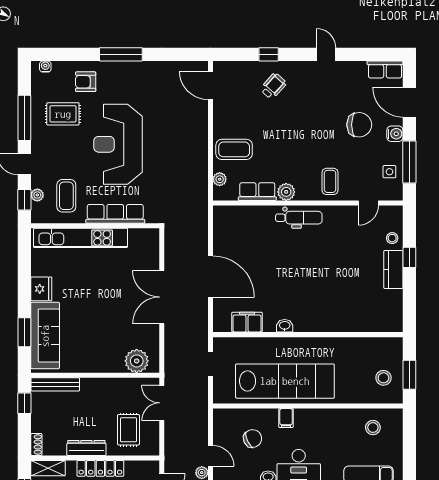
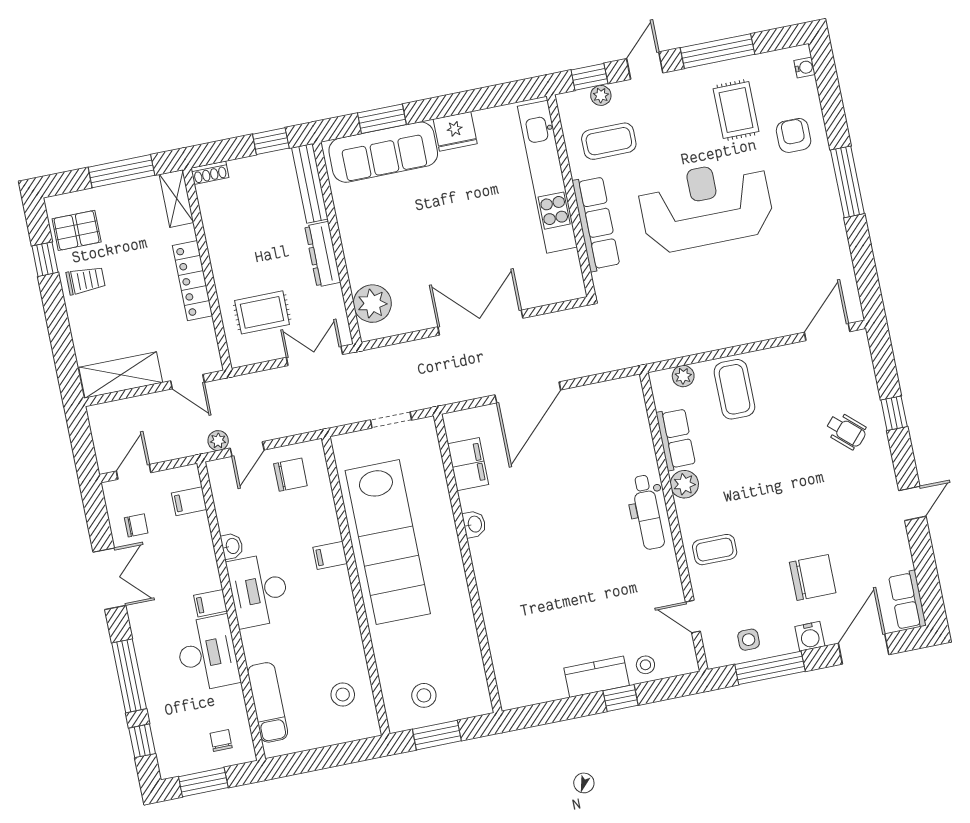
chair: (359, 125) -> (813, 577), turned -90
chair: (253, 439) -> (290, 475), moved, turned -65
dresser: (86, 448) -> (323, 254), moved, turned 180

